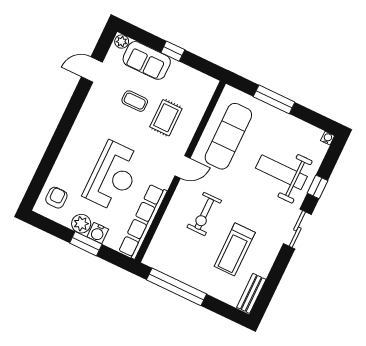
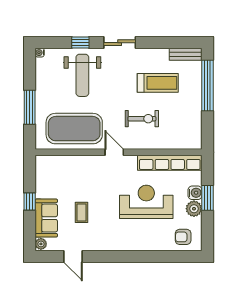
rug: (166, 118) -> (83, 183), removed
exercise mat: (228, 136) -> (74, 129), width x1.47
window: (176, 287) -> (207, 85), moved

